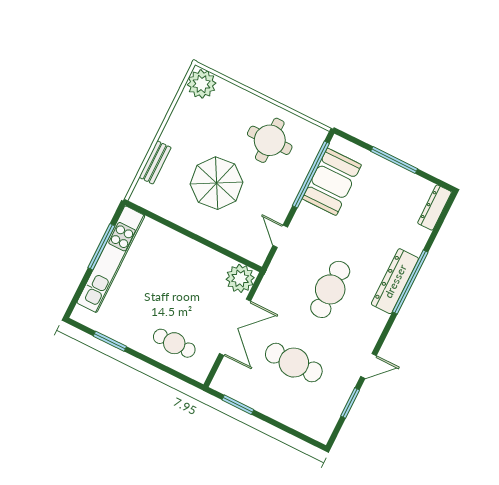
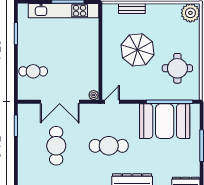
booth: (332, 182) -> (165, 121), width x1.36, depth x1.42
door: (280, 236) -> (112, 102), moved
plant: (240, 278) -> (94, 95), width x0.53, depth x0.53
cafe table: (174, 343) -> (33, 71), turned 90

